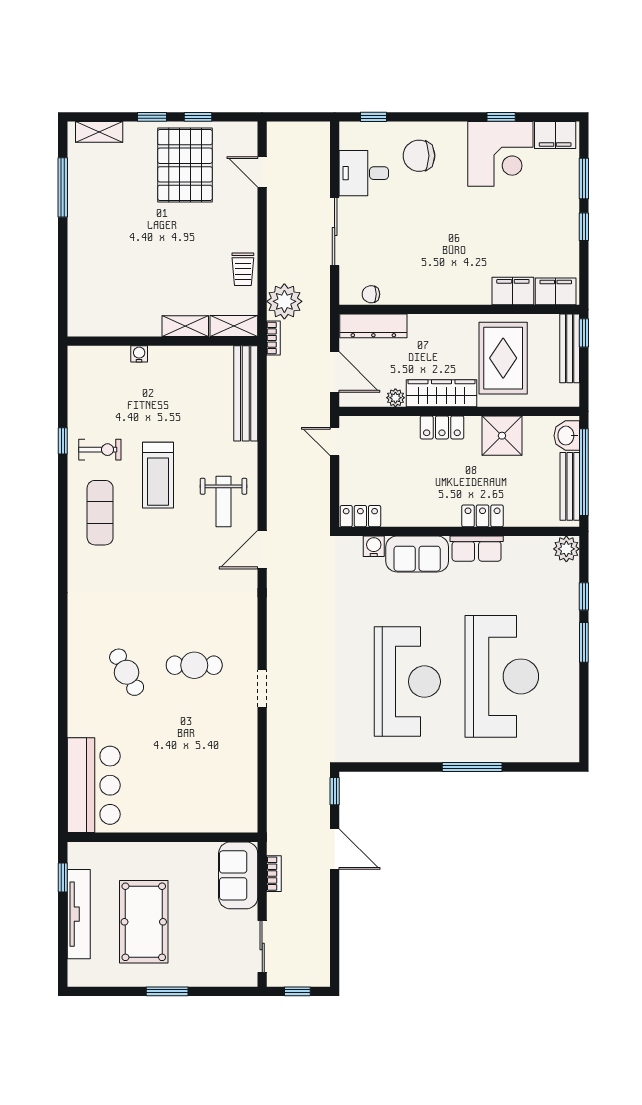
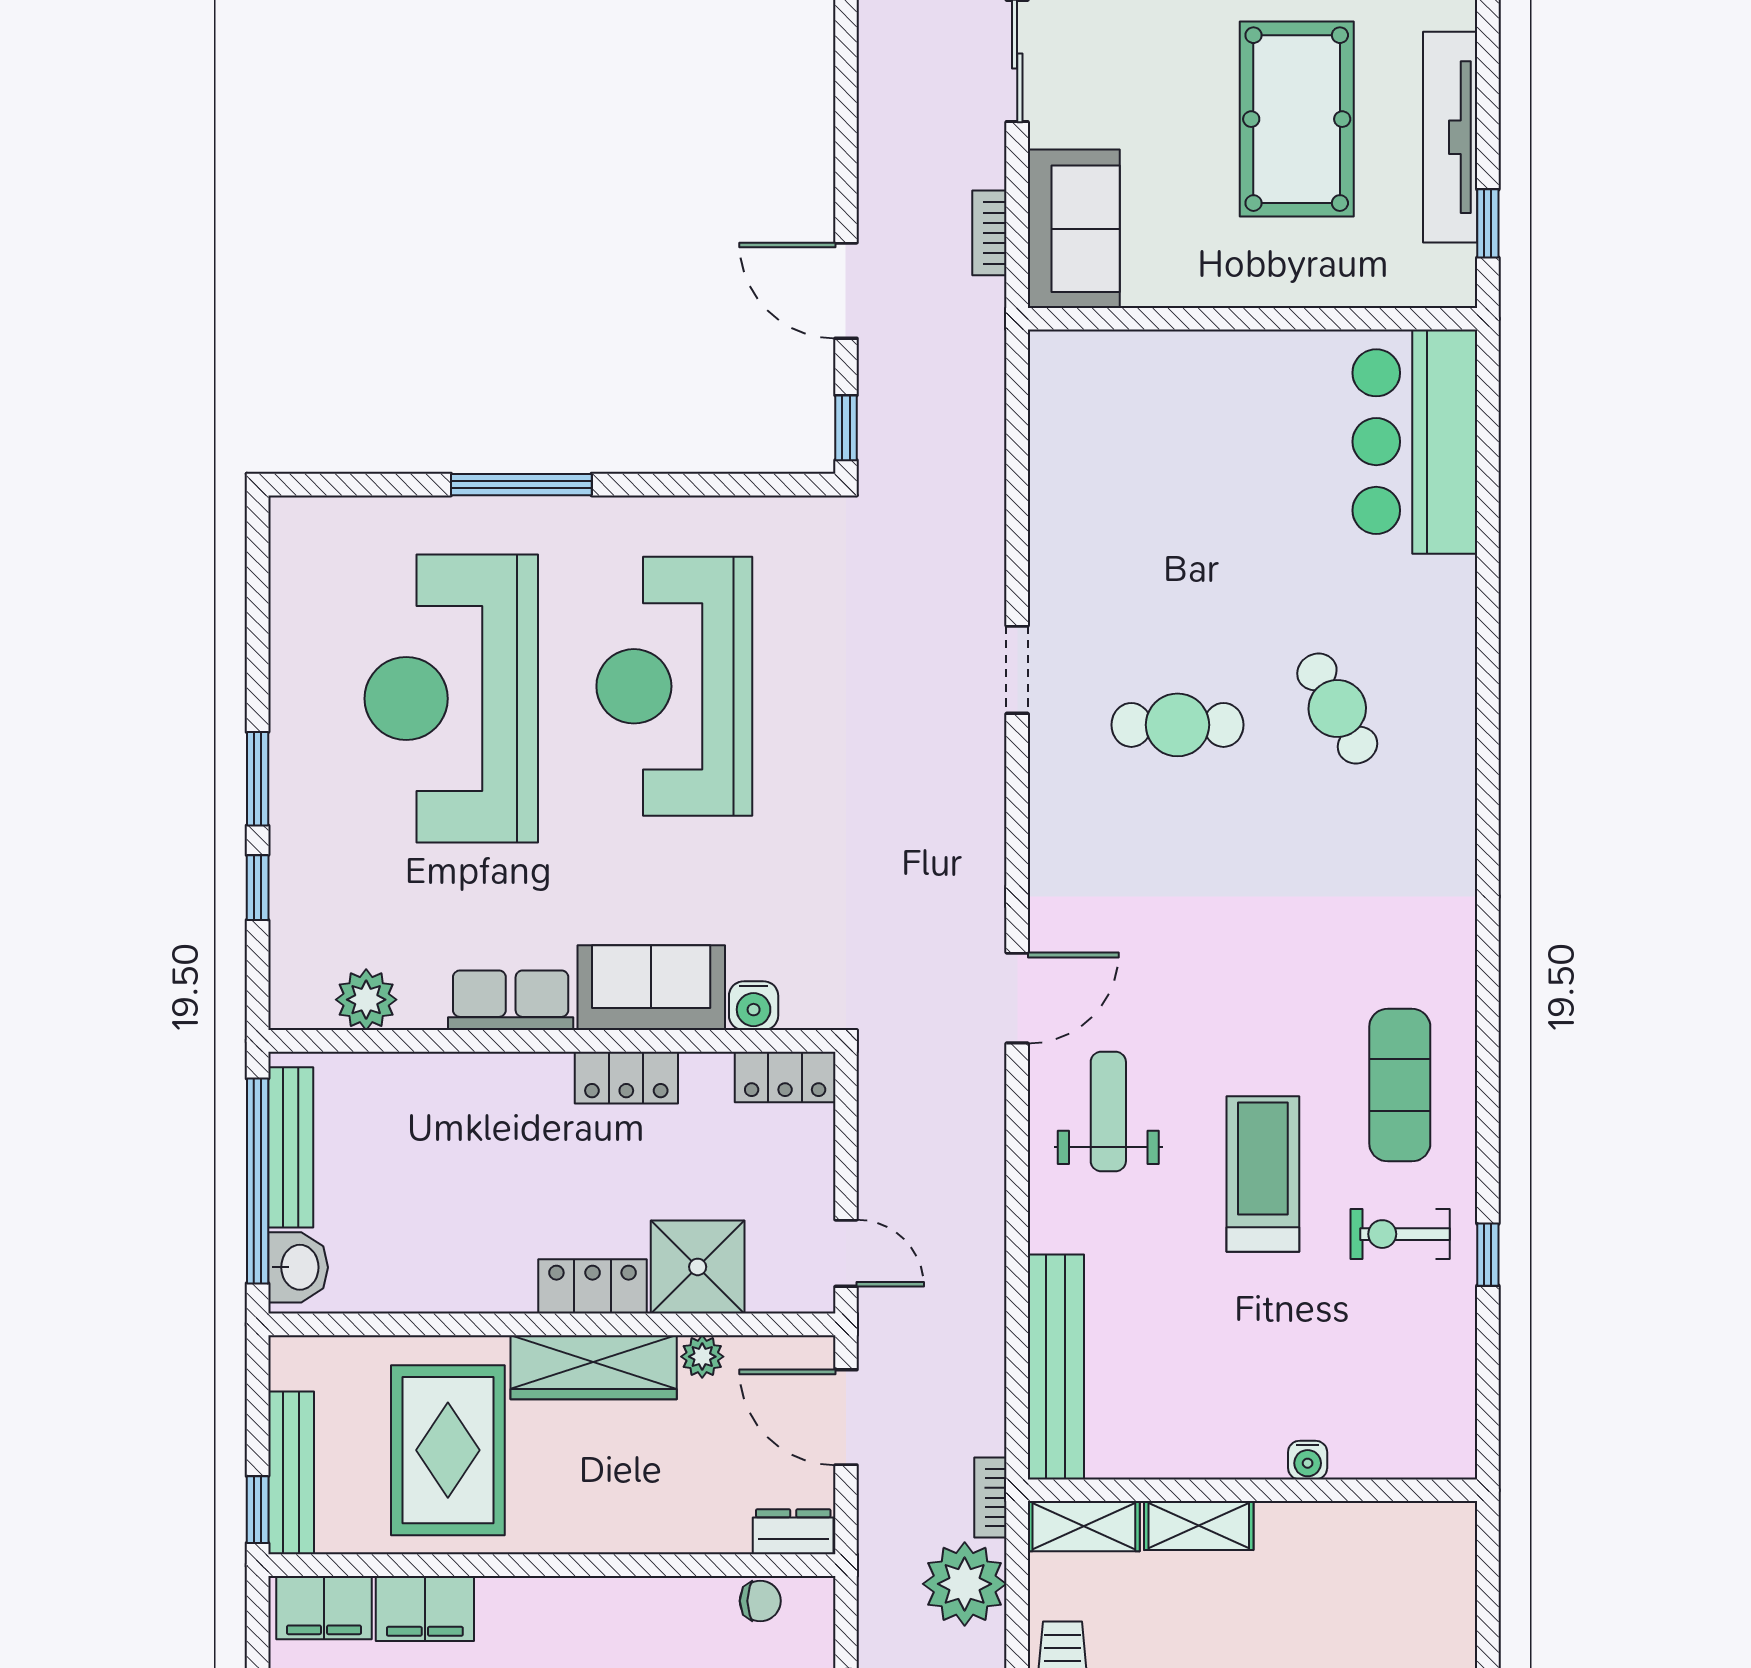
dresser: (373, 326) -> (793, 1532), width x0.51, depth x0.80
shower: (502, 436) -> (698, 1267), moved
locker: (483, 516) -> (626, 1078), moved
plant: (566, 549) -> (366, 1000), moved

